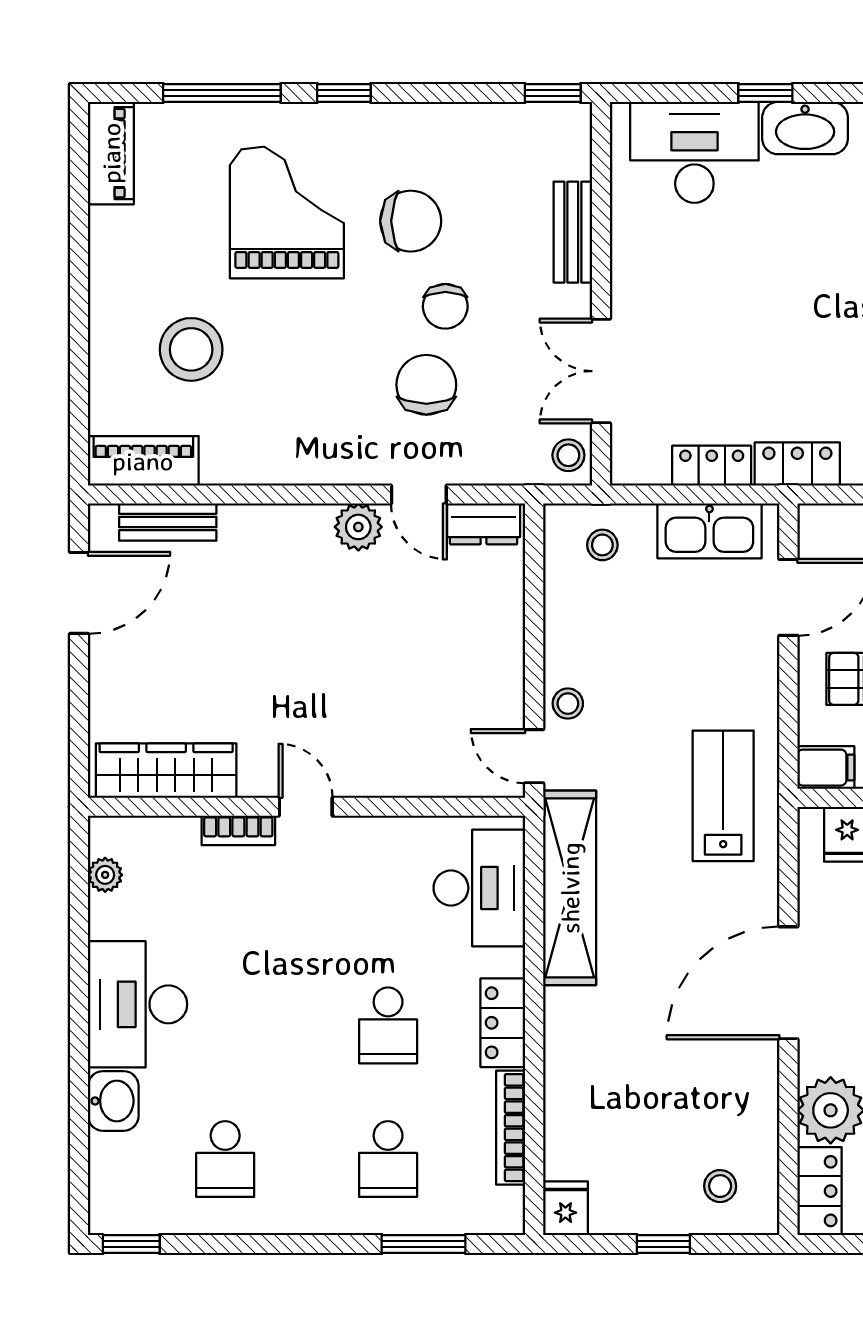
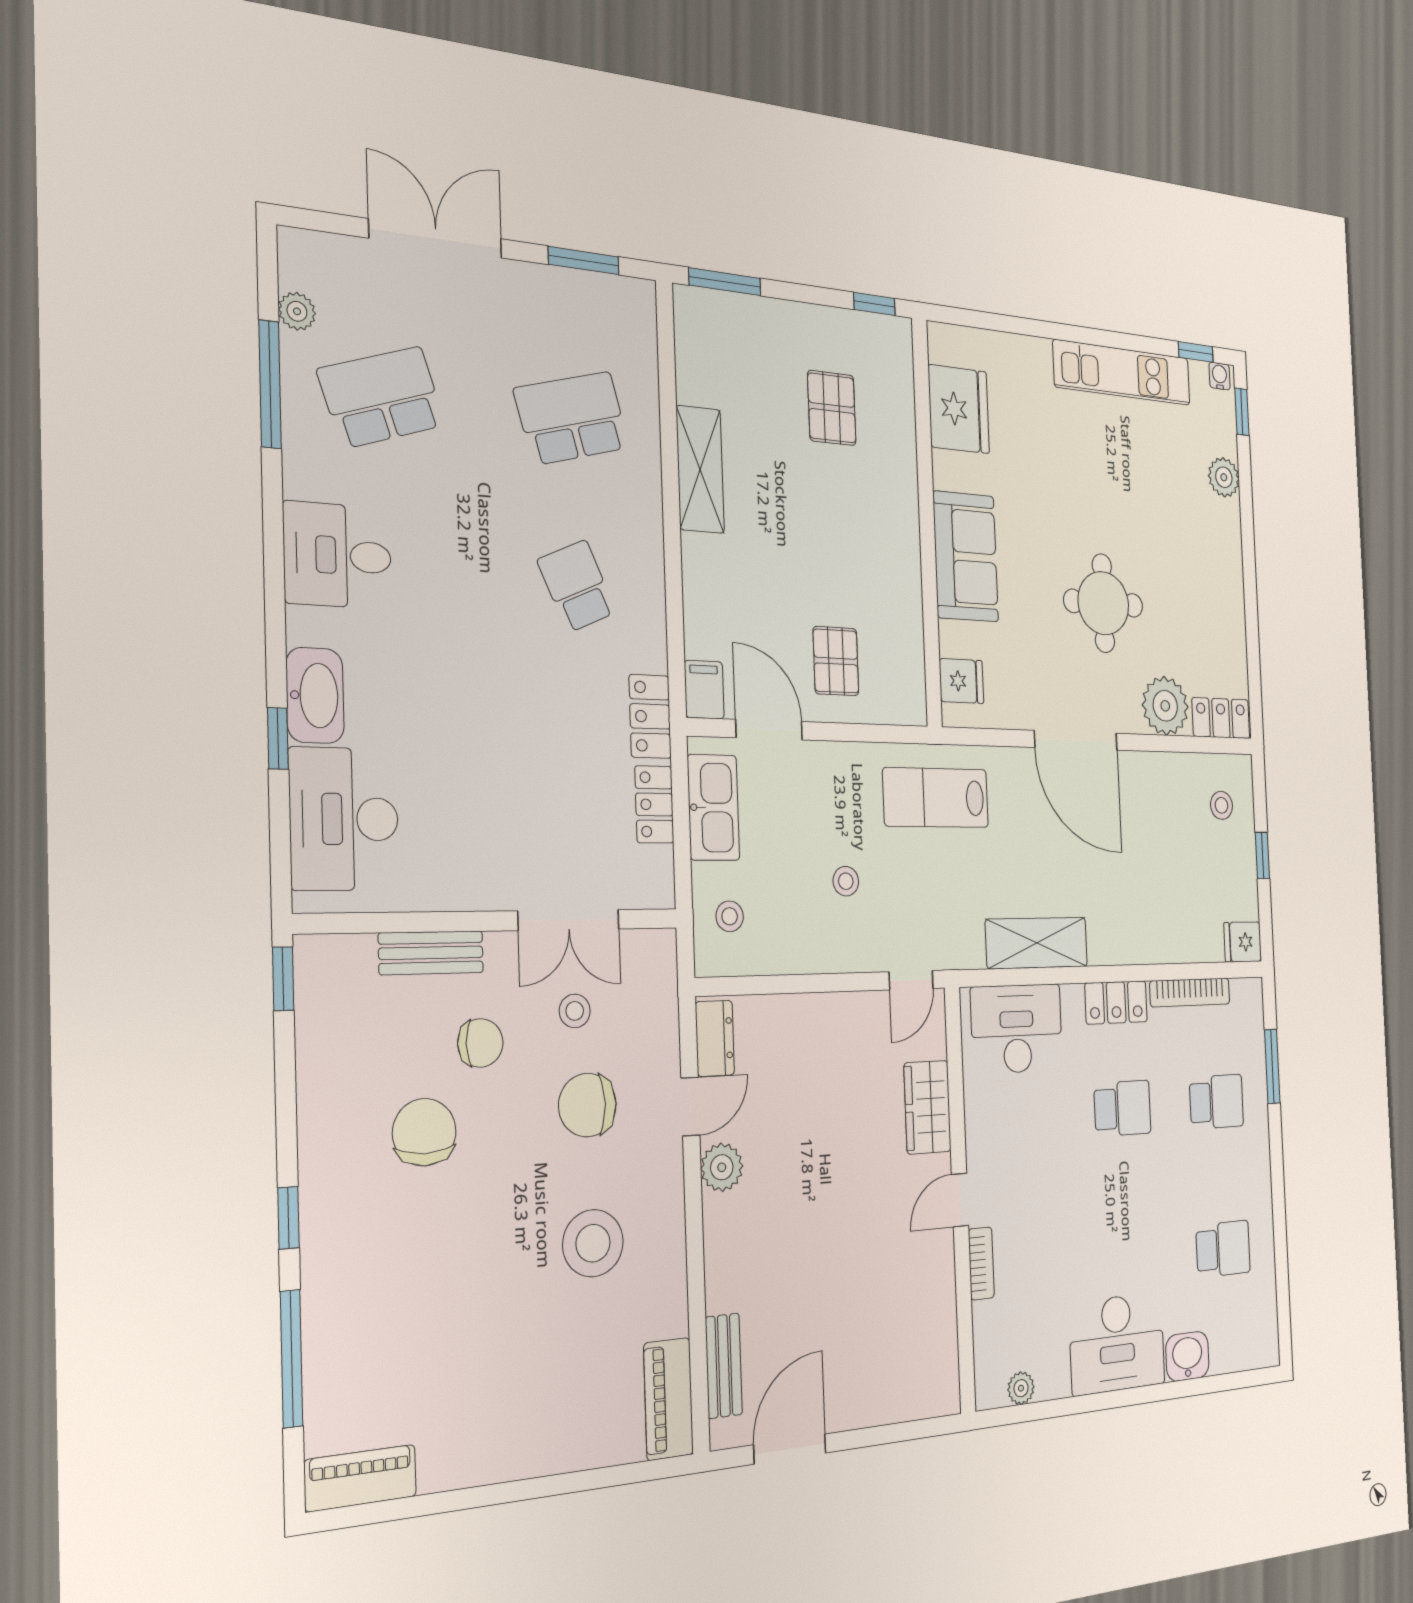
grand piano: (287, 213) -> (419, 1271), removed
chair: (445, 306) -> (480, 1043), moved
stool: (191, 349) -> (593, 1243), moved
stool: (568, 455) -> (575, 1011), moved
door: (79, 593) -> (790, 1449), hinge flipped
stool: (568, 704) -> (846, 881), moved
filing cabinet: (826, 768) -> (704, 690), moved
wardrobe: (166, 771) -> (928, 1107), moved, width x0.67
shelving: (570, 888) -> (1037, 943), width x0.68
window: (131, 1244) -> (1284, 1326), removed

